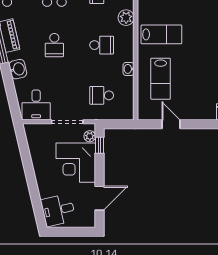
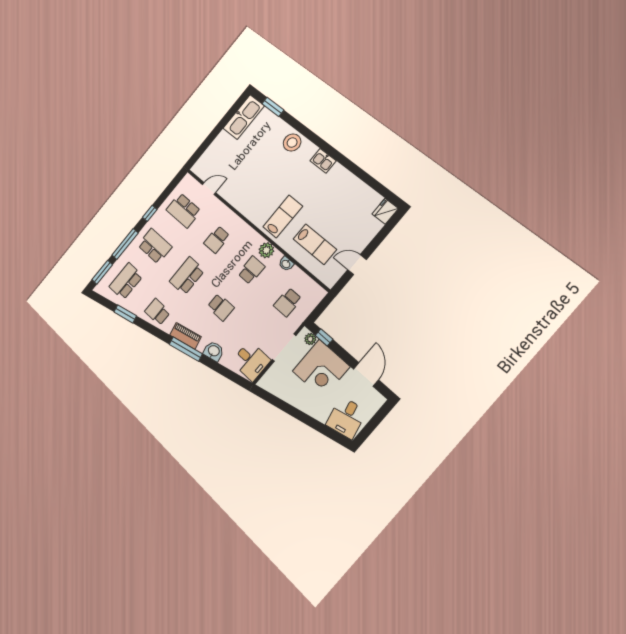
plant: (126, 18) -> (266, 250), moved

